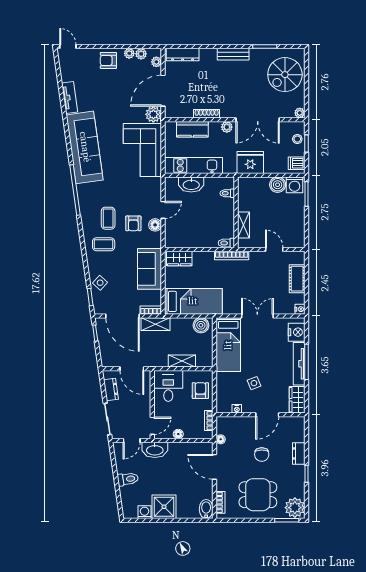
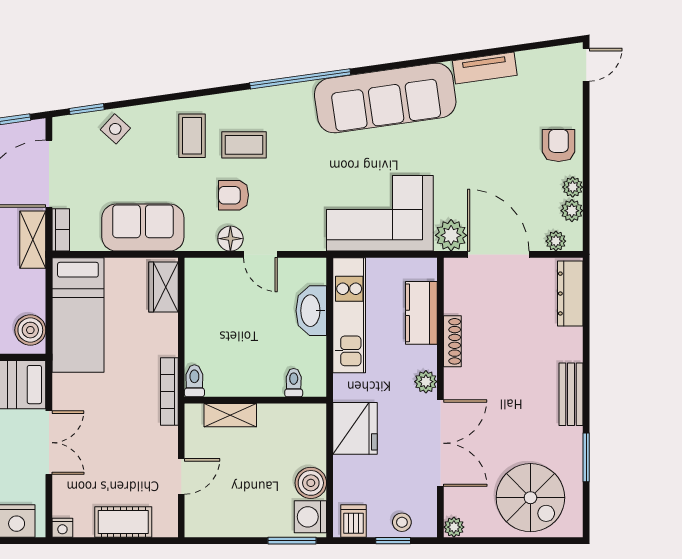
spiral stairs: (285, 75) -> (530, 498), turned 180
double door: (258, 120) -> (440, 443), swing flipped

